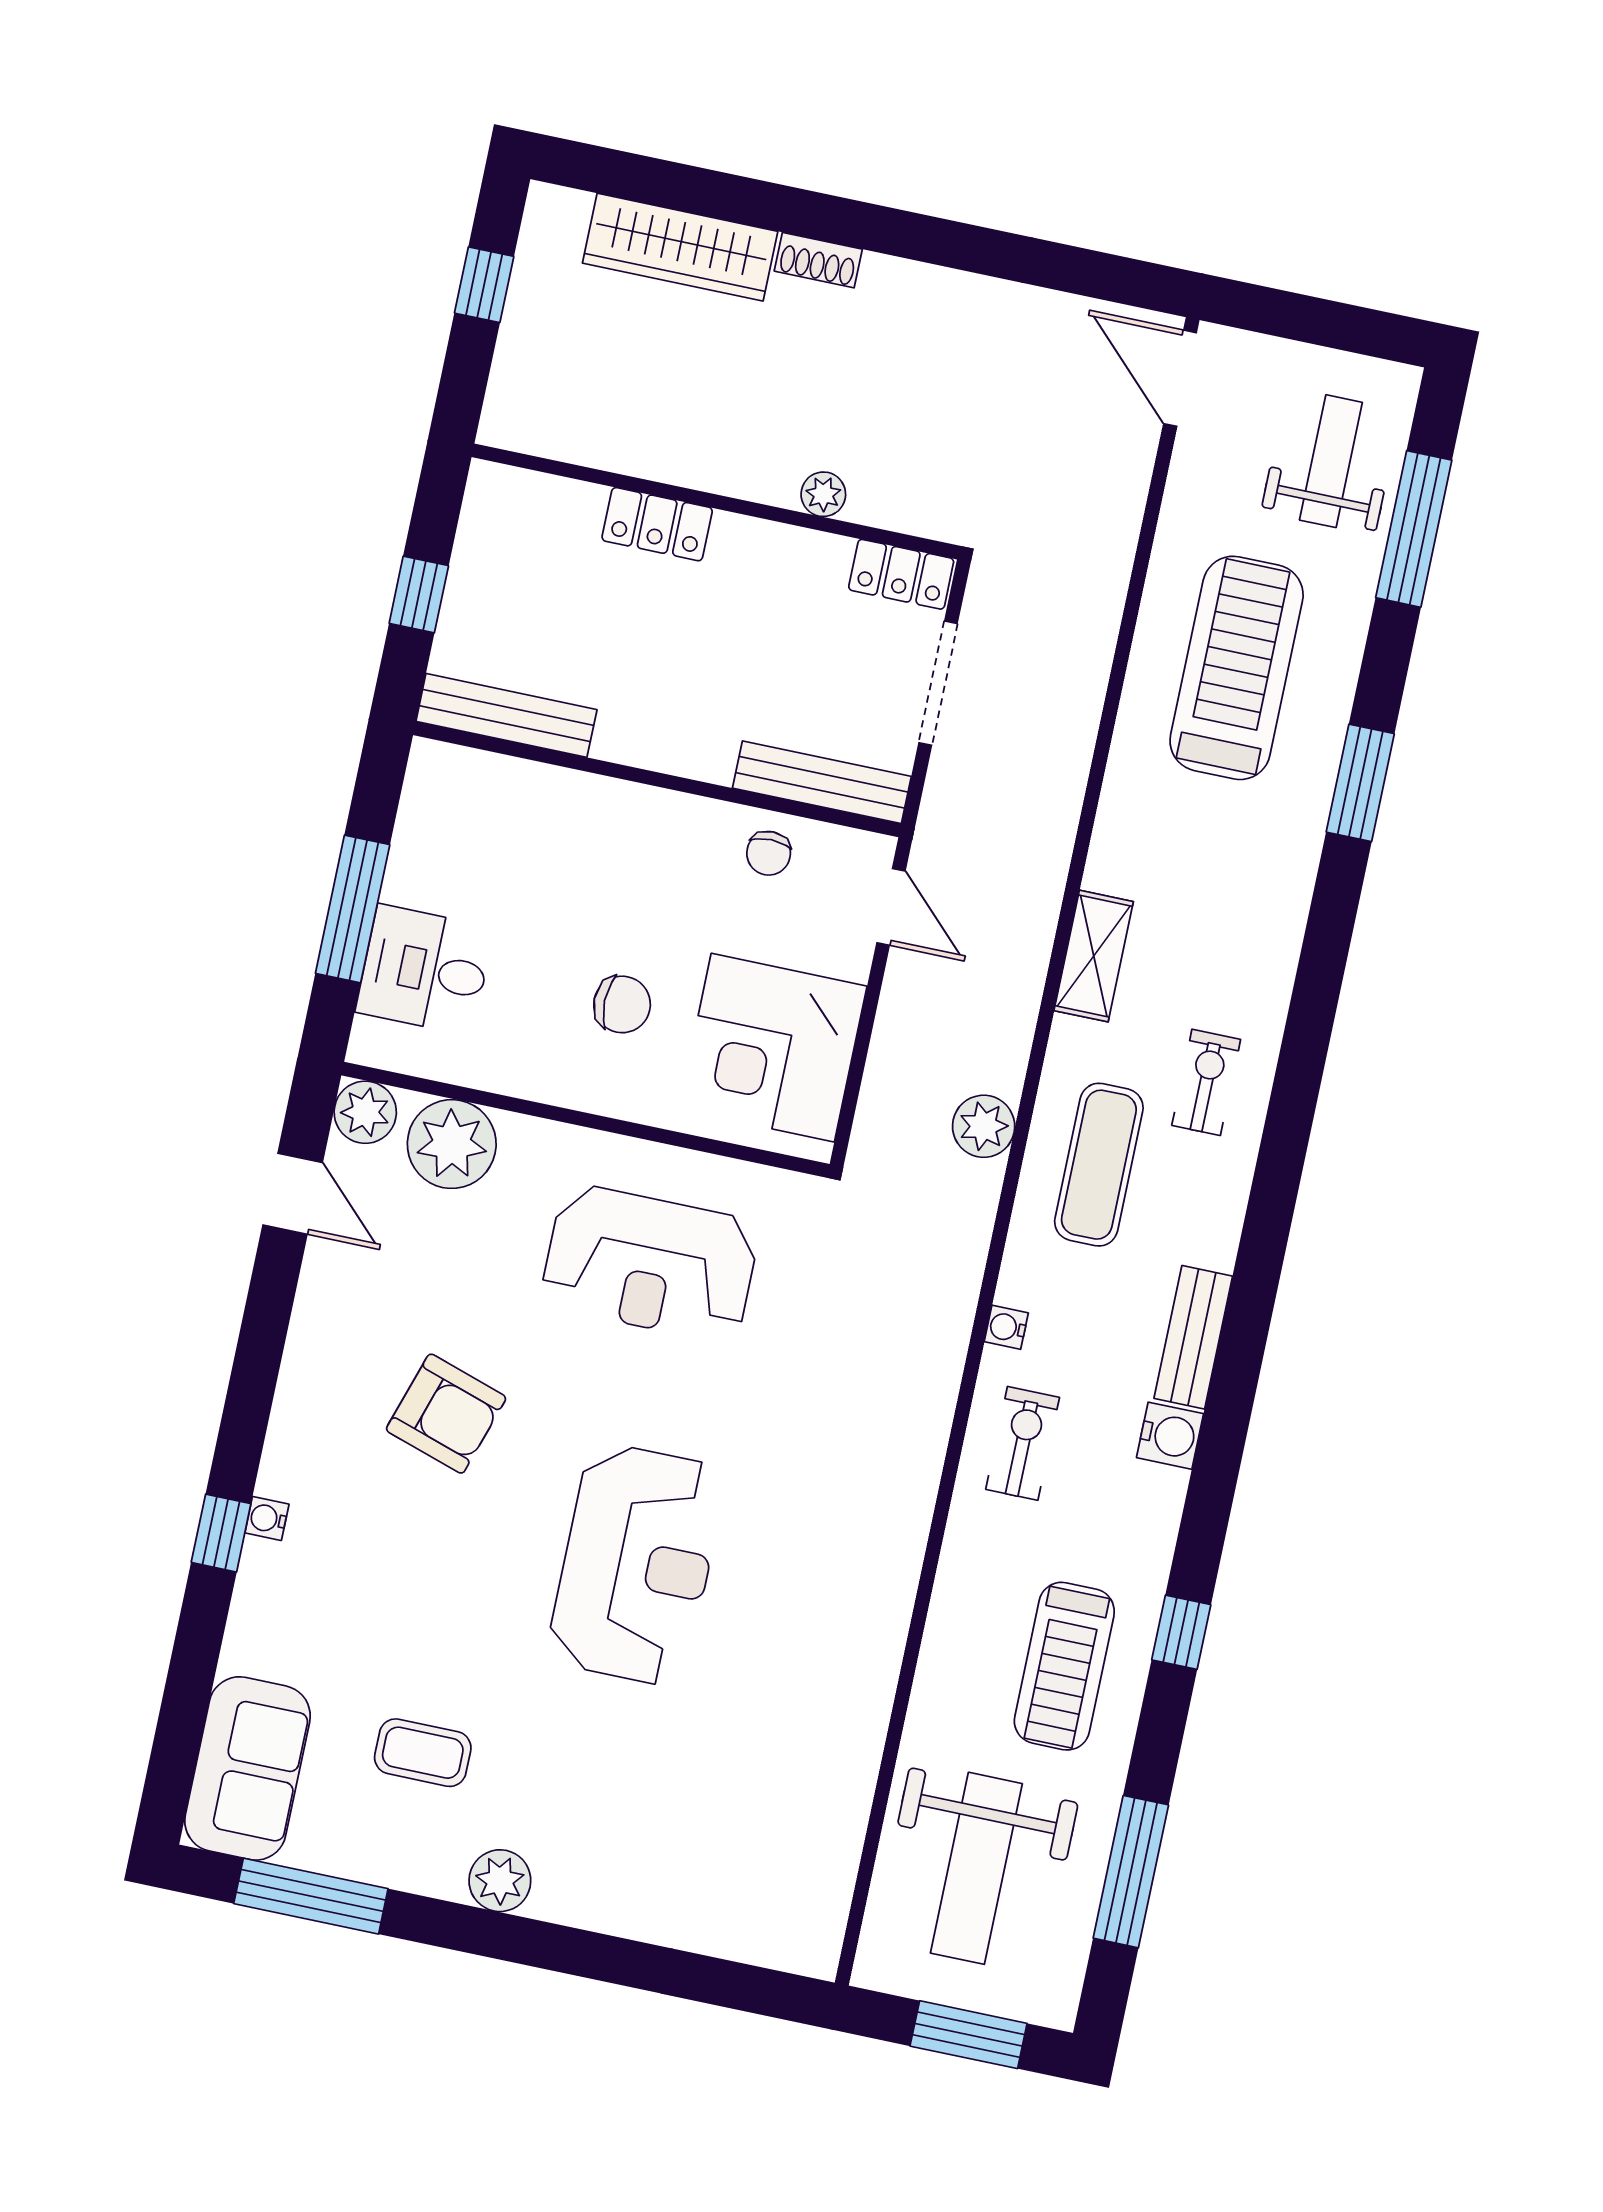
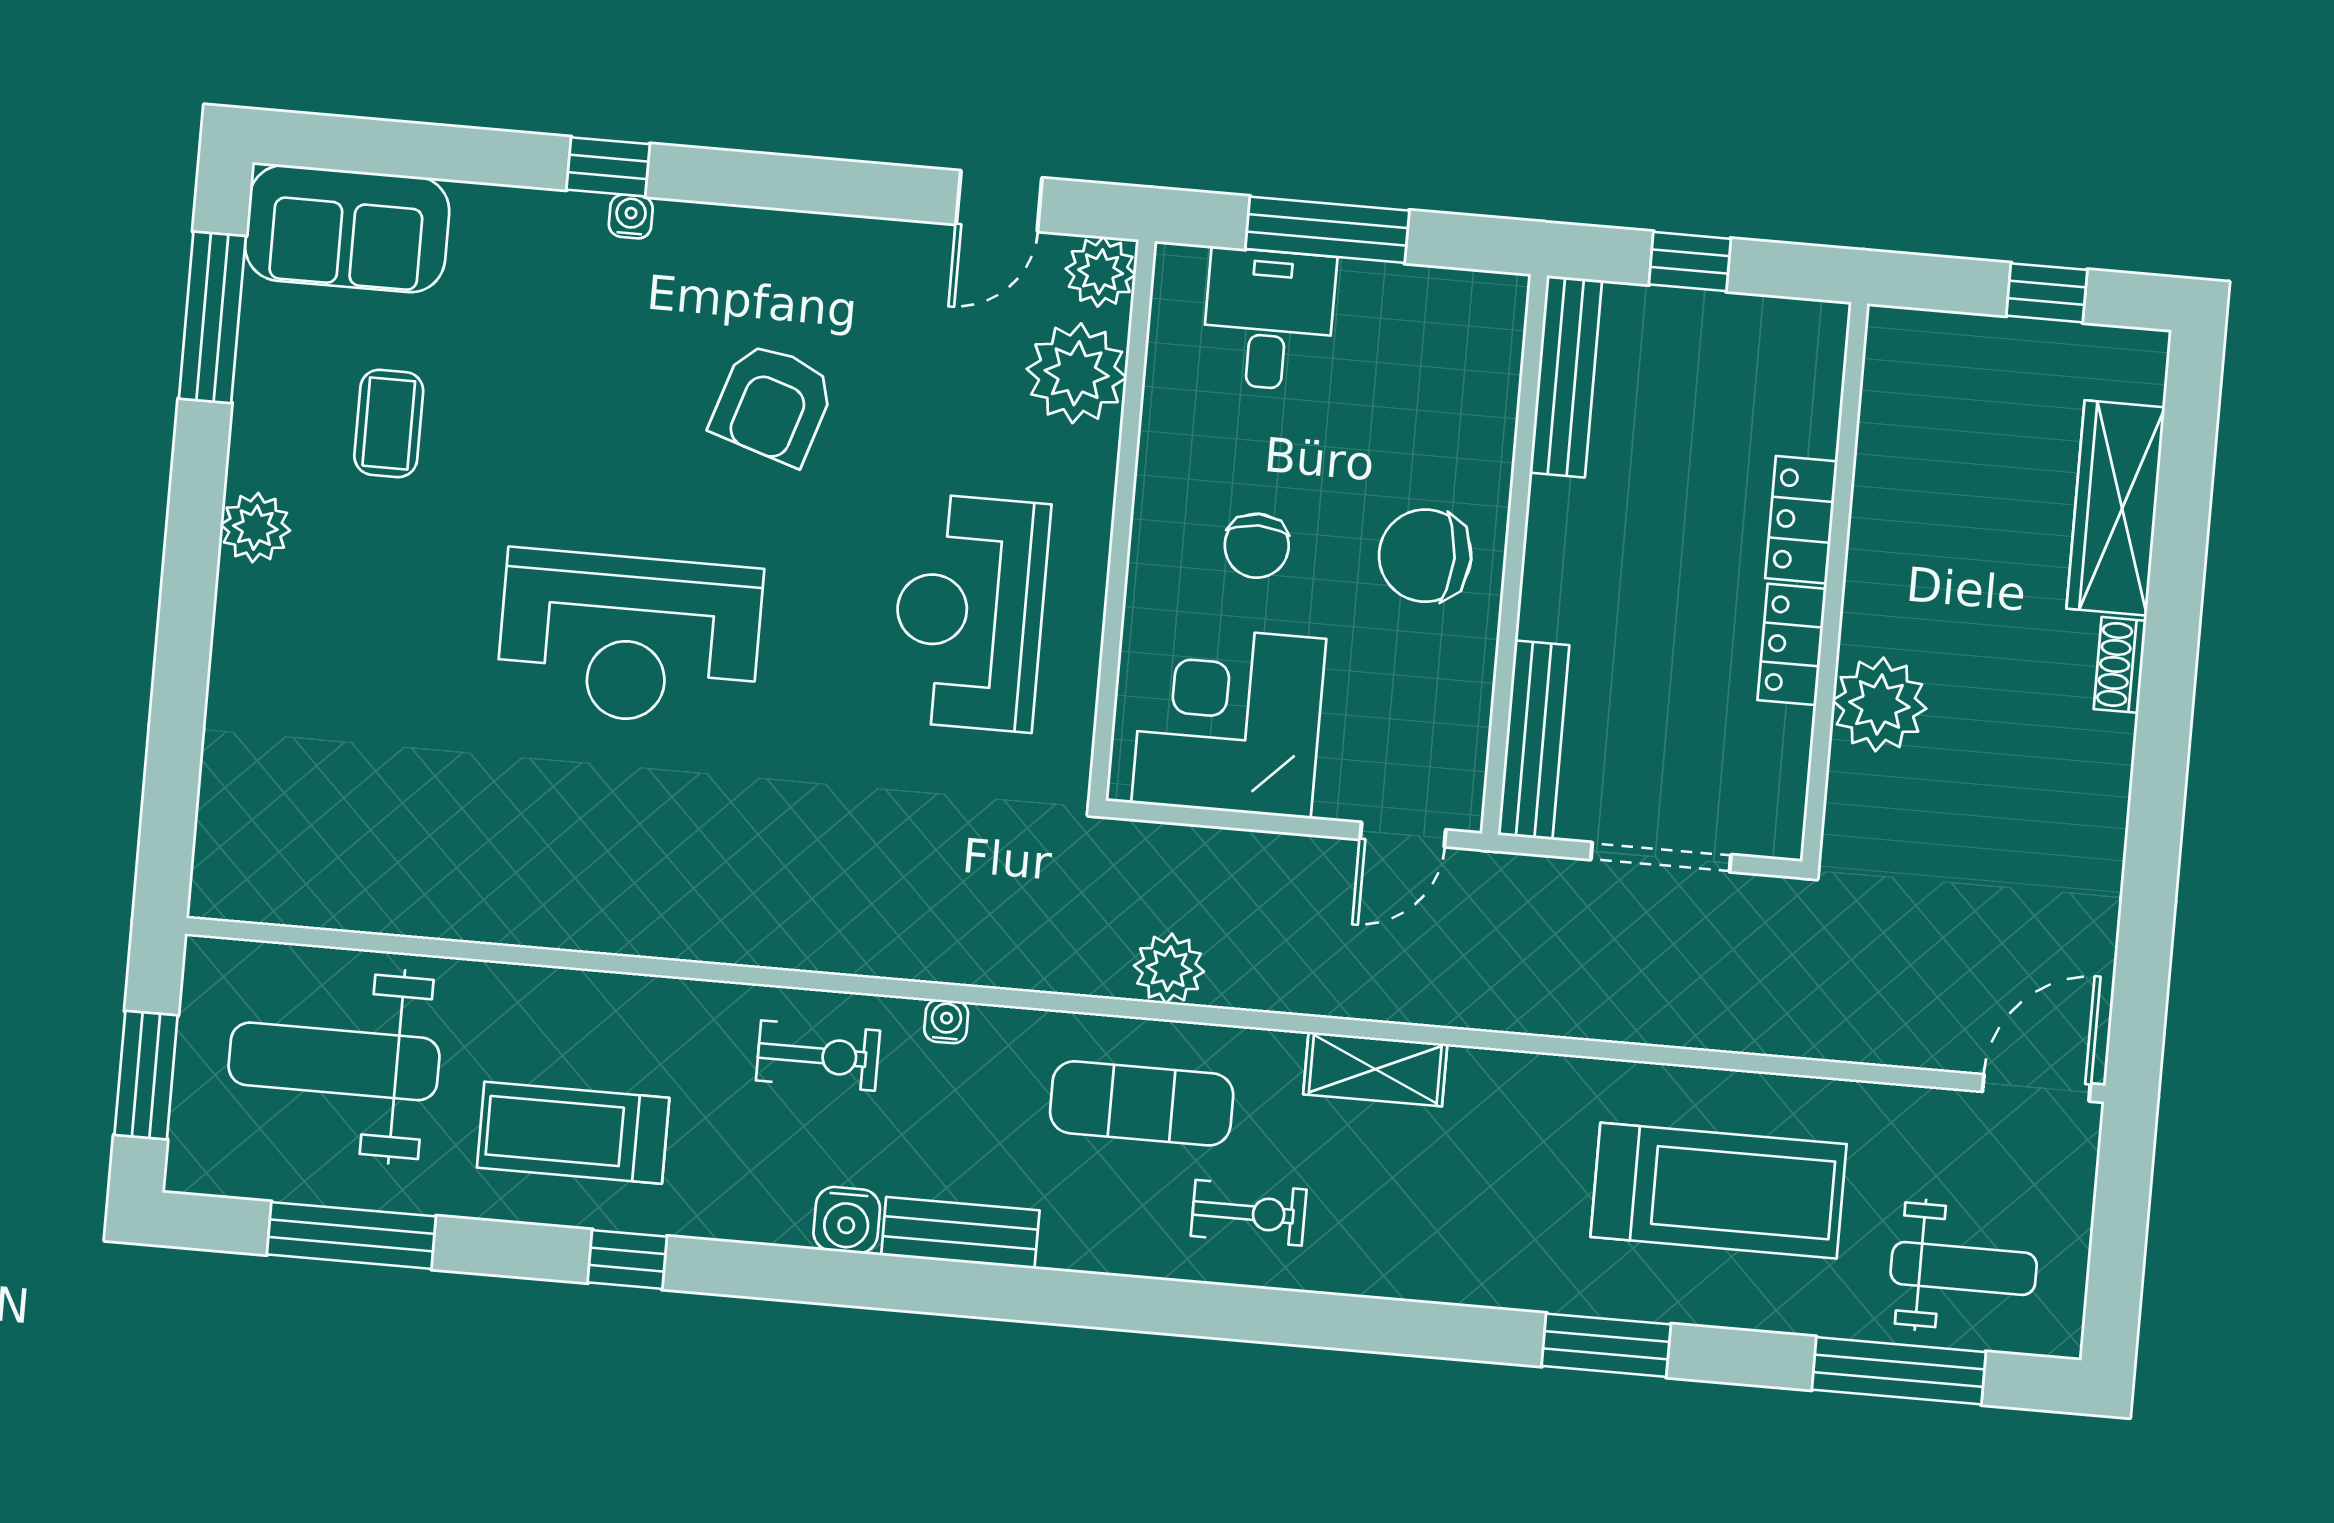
plant: (823, 494) -> (1879, 704), width x1.88, depth x1.88
locker: (901, 574) -> (1792, 644), moved
chair: (769, 853) -> (1425, 556), moved, width x1.87, depth x1.87

